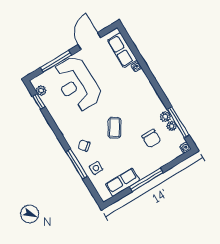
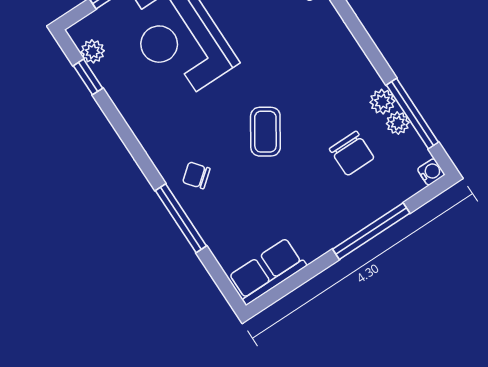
side table: (96, 168) -> (226, 226), removed
window: (146, 180) -> (371, 231), moved
row of seats: (123, 182) -> (267, 271), moved

